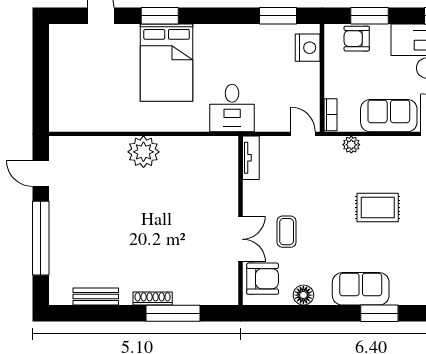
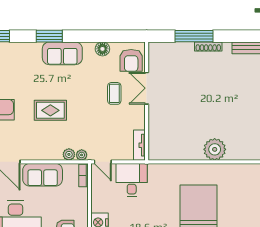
desk: (232, 108) -> (132, 180), moved
plant: (333, 144) -> (82, 155), added
armchair: (263, 279) -> (131, 60), turned -90

